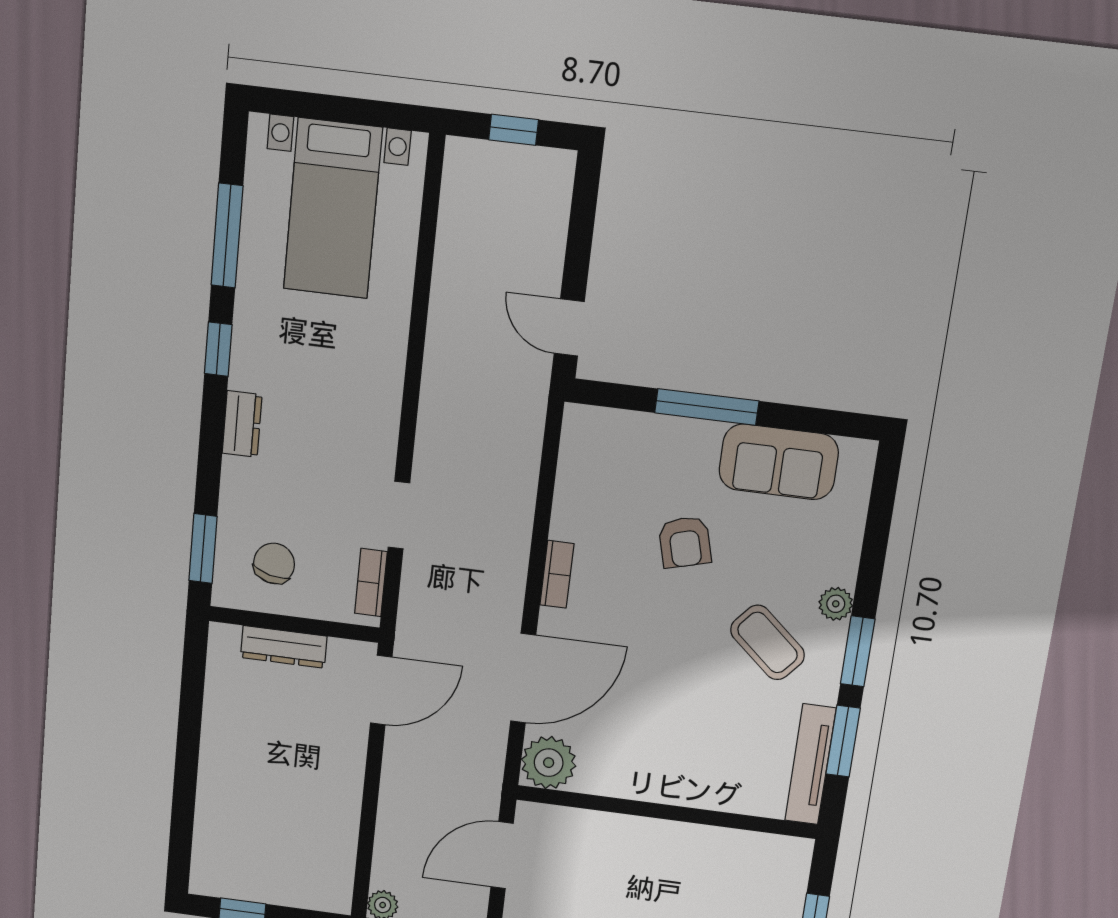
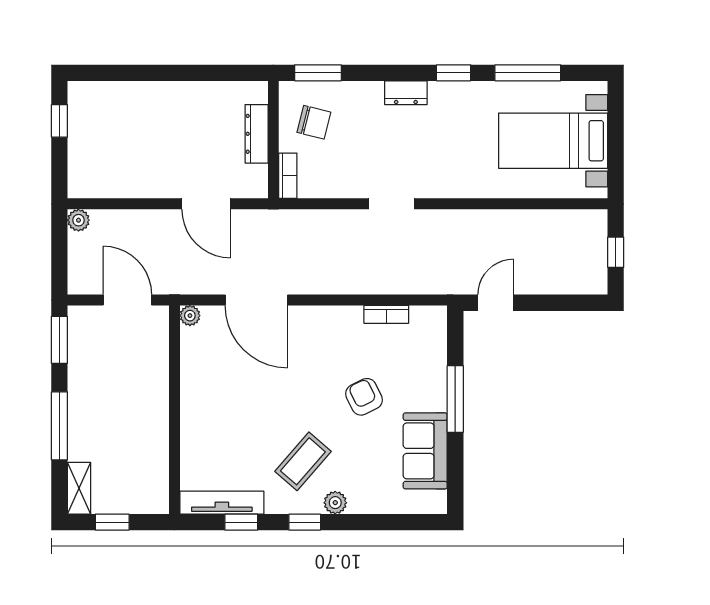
doorway: (399, 515) -> (391, 204), moved
armchair: (685, 542) -> (364, 397), turned 79
bookcase: (557, 574) -> (386, 314), moved
bookcase: (371, 583) -> (288, 176), moved, turned 90
window: (858, 651) -> (305, 522), width x0.67
door: (381, 690) -> (206, 204), moved
window: (843, 741) -> (241, 522), width x0.67
plant: (549, 763) -> (190, 316), width x0.53, depth x0.53

